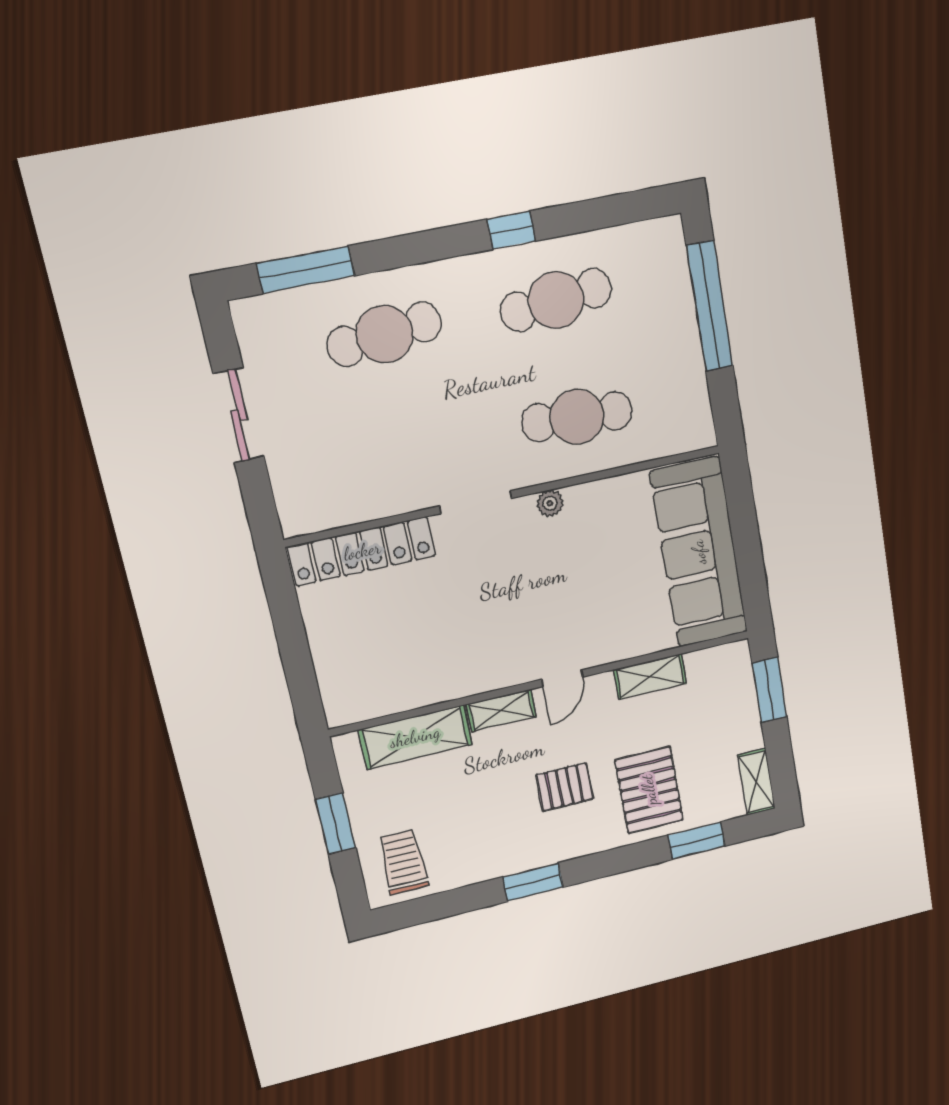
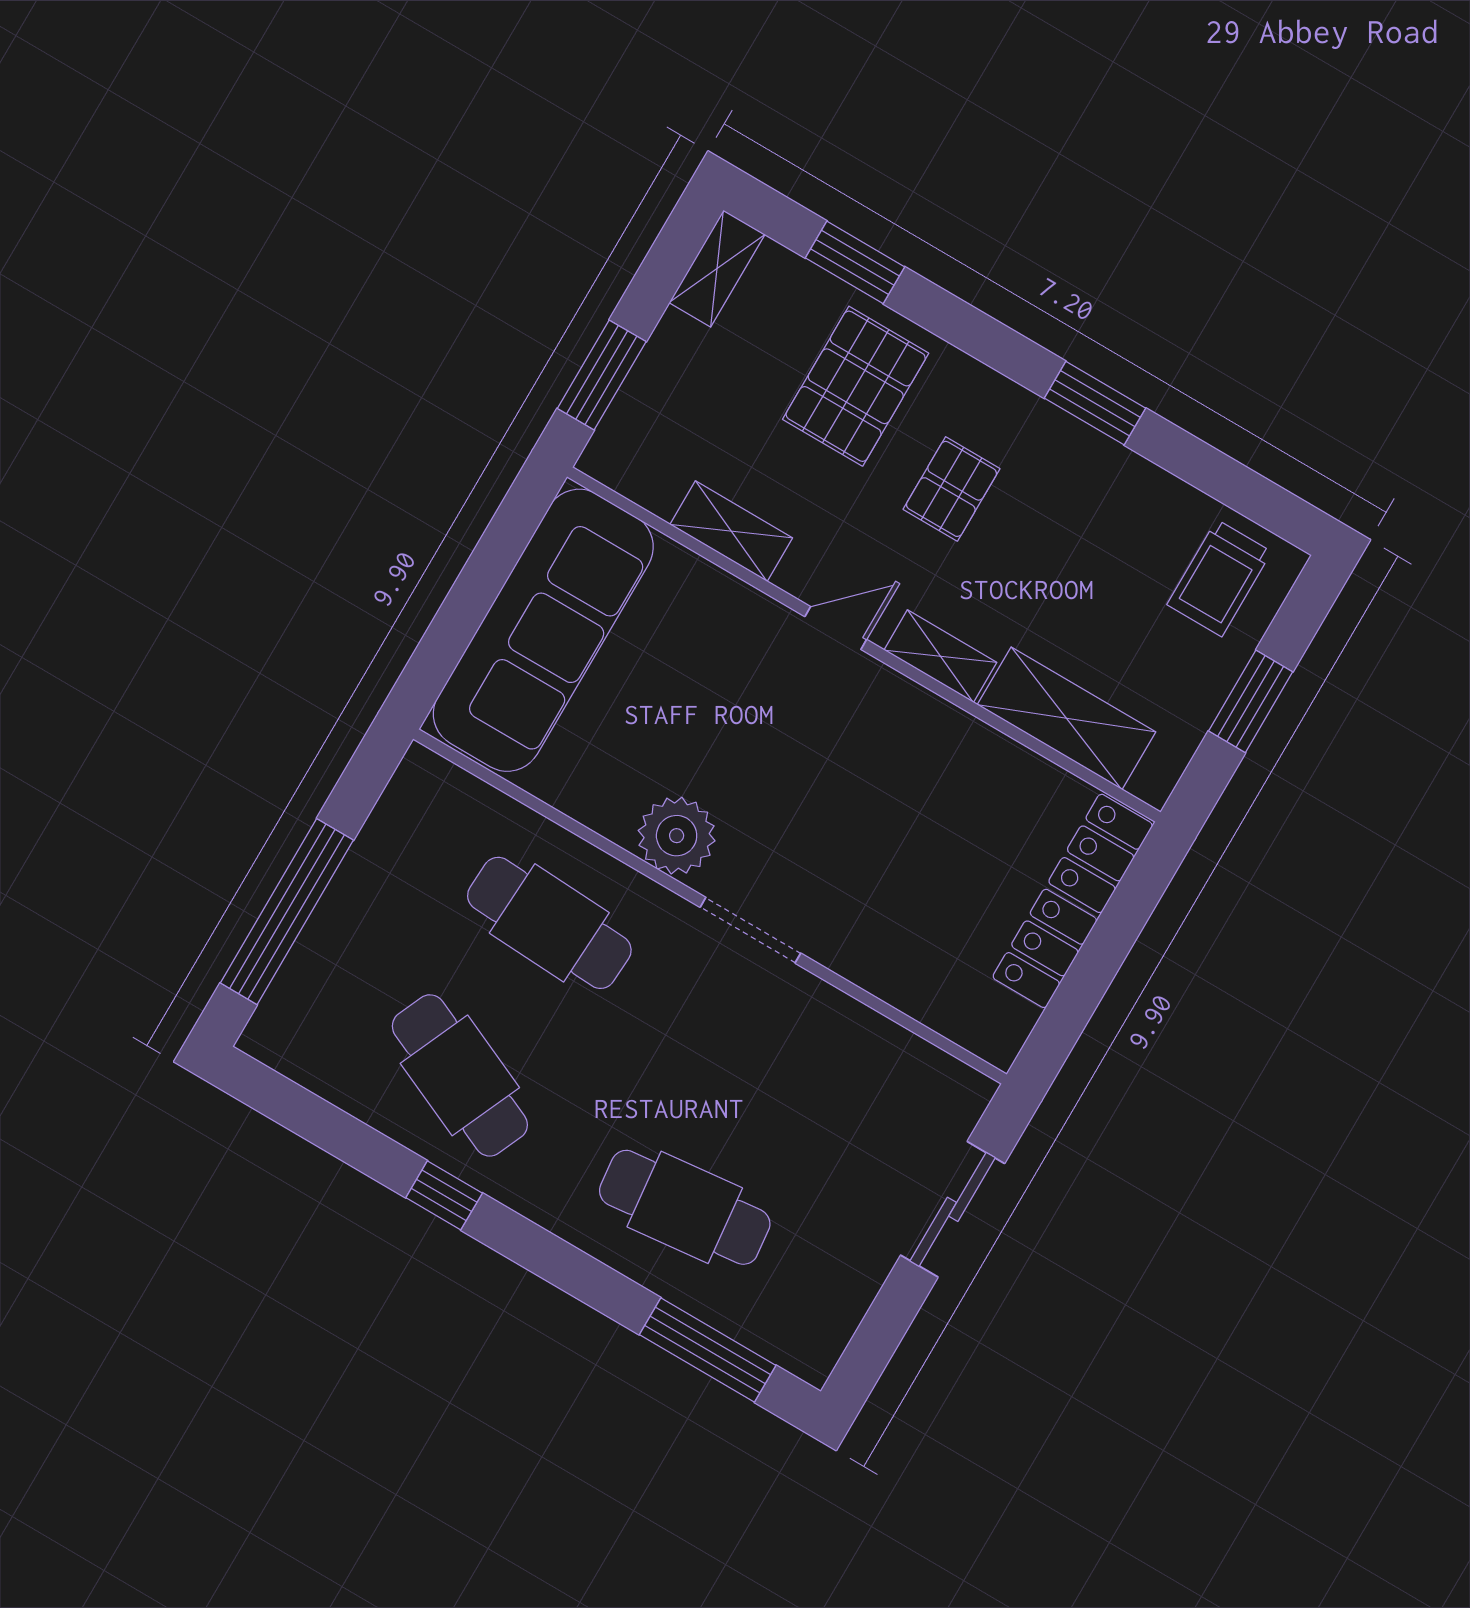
cafe table: (556, 300) -> (460, 1075), turned 30
sliding door: (239, 415) -> (953, 1209), moved
plant: (550, 503) -> (677, 836), width x1.88, depth x1.88
locker: (362, 551) -> (1073, 901), moved, turned -90
pallet: (565, 787) -> (951, 489), turned 90

